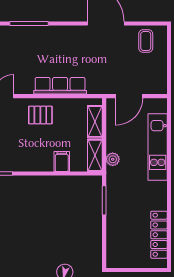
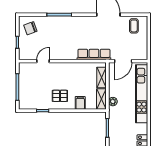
row of seats: (60, 86) -> (94, 54), moved
pallet: (40, 115) -> (60, 96), moved
kitchen unit: (158, 147) -> (142, 94), width x1.36

